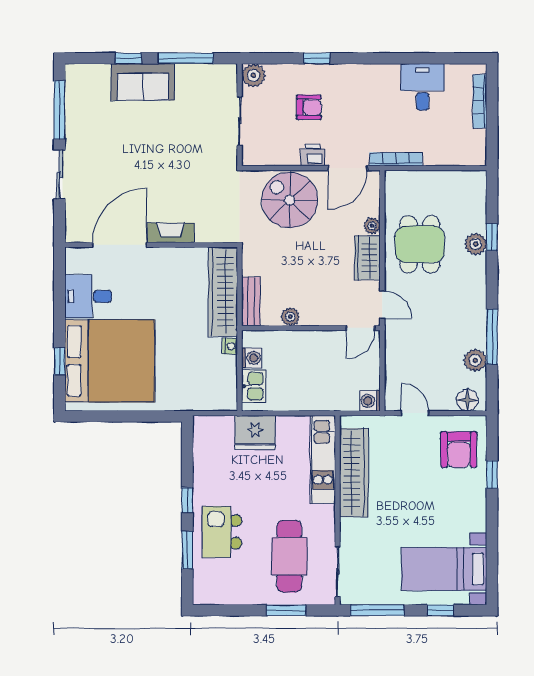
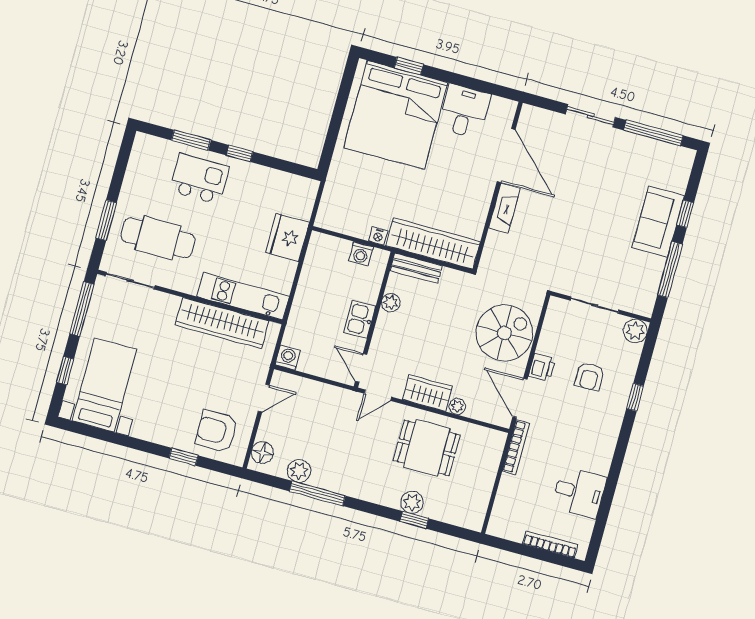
kitchen sink: (254, 386) -> (360, 319), moved, turned 90

